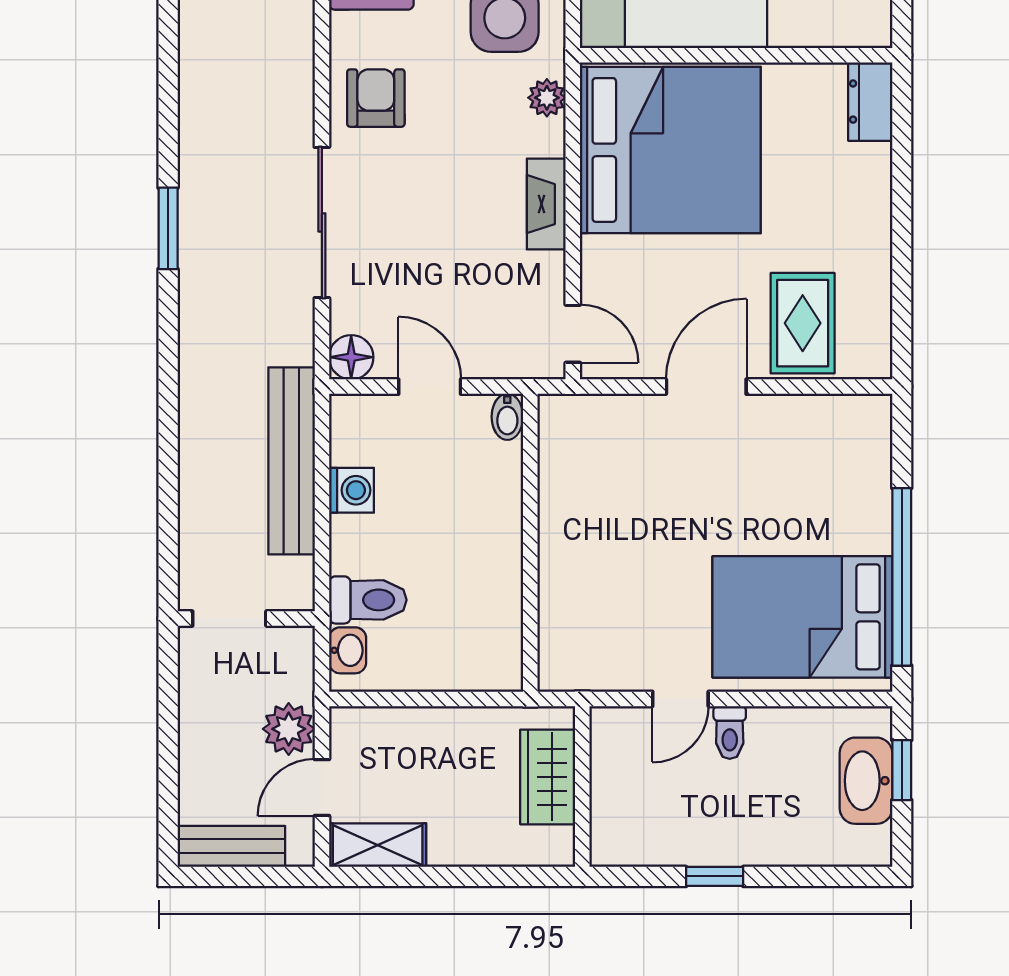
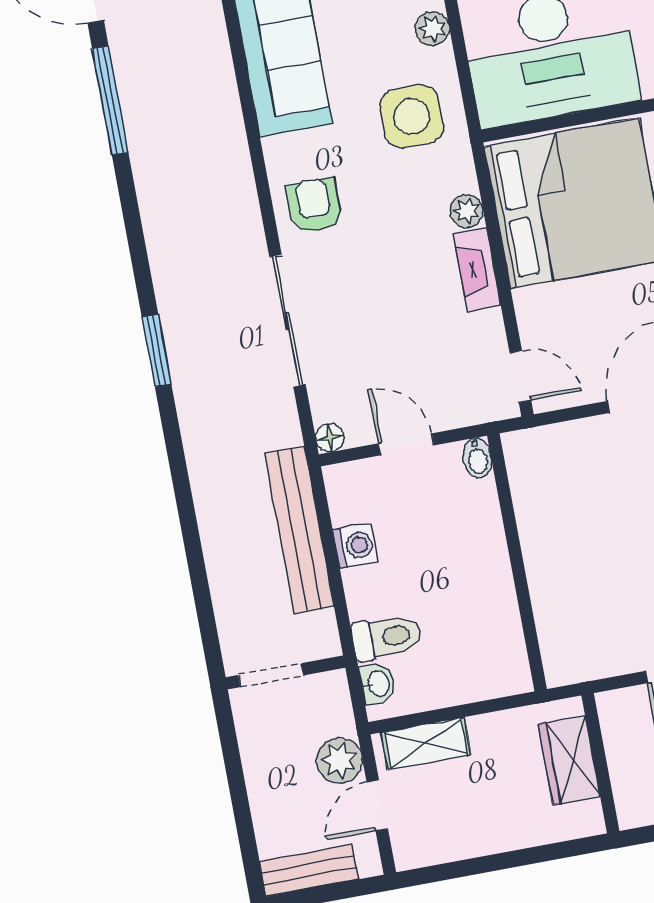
plant: (547, 98) -> (467, 211), moved
floor lamp: (351, 357) -> (330, 438), width x0.73, depth x0.73
shelving: (378, 845) -> (426, 744), moved

